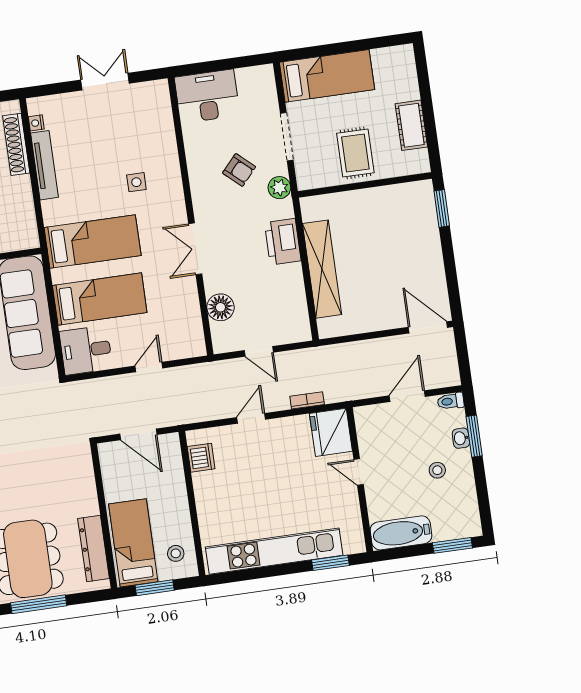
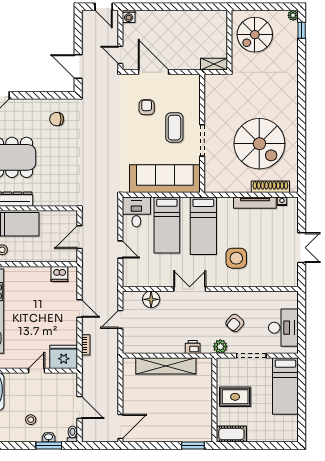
desk: (207, 96) -> (283, 328), moved
cot: (411, 125) -> (231, 434), moved
side table: (136, 182) -> (236, 258), width x1.87, depth x1.87
printer: (283, 242) -> (193, 347), width x0.53, depth x0.68

